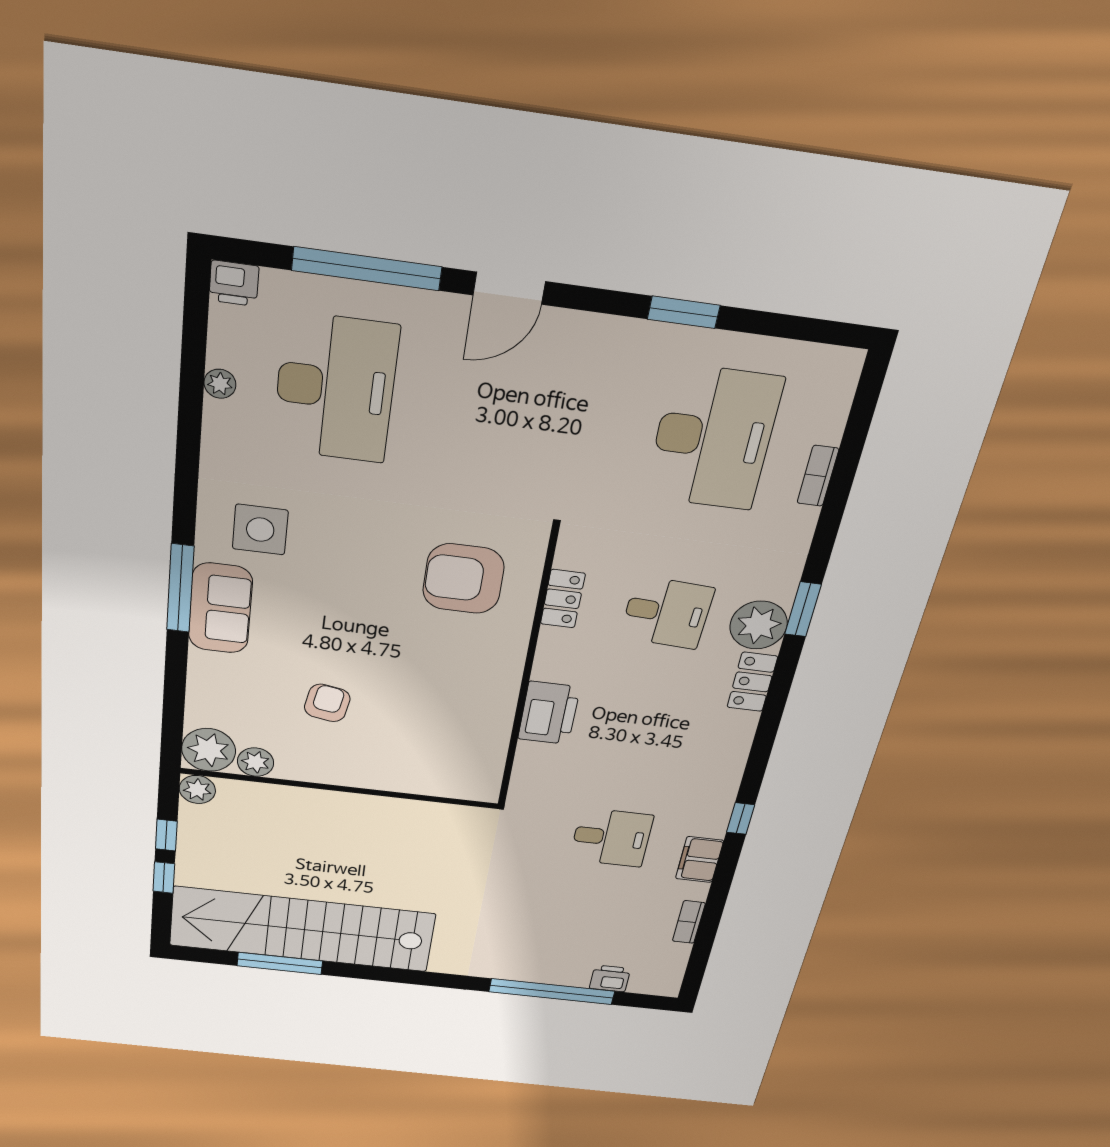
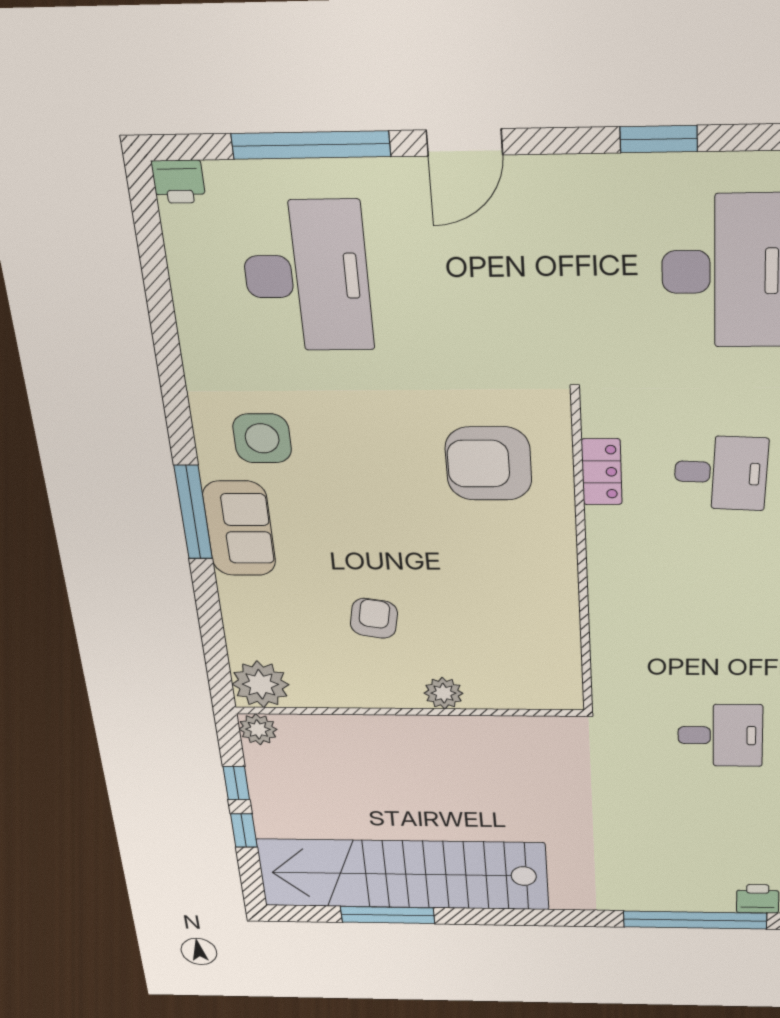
plant: (220, 384) -> (187, 289), removed
printer: (549, 713) -> (616, 601), removed
plant: (256, 762) -> (444, 693), moved

